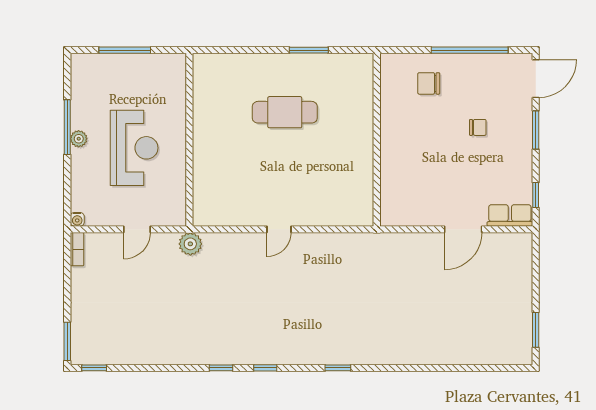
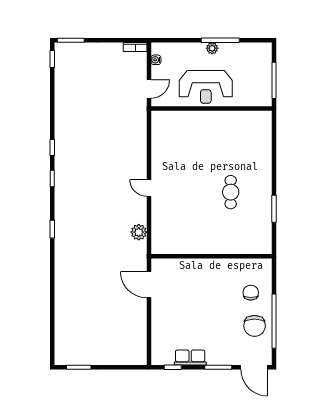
cafe table: (285, 112) -> (231, 192), width x0.73, depth x0.74
chair: (478, 127) -> (255, 326), moved, width x1.87, depth x1.87
wall: (189, 140) -> (211, 108), moved
row of seats: (510, 215) -> (190, 358), moved, turned -90
water cooler: (77, 219) -> (156, 60), moved
door: (137, 229) -> (149, 89), swing flipped
door: (463, 229) -> (149, 285), moved
plant: (190, 244) -> (139, 232), moved

